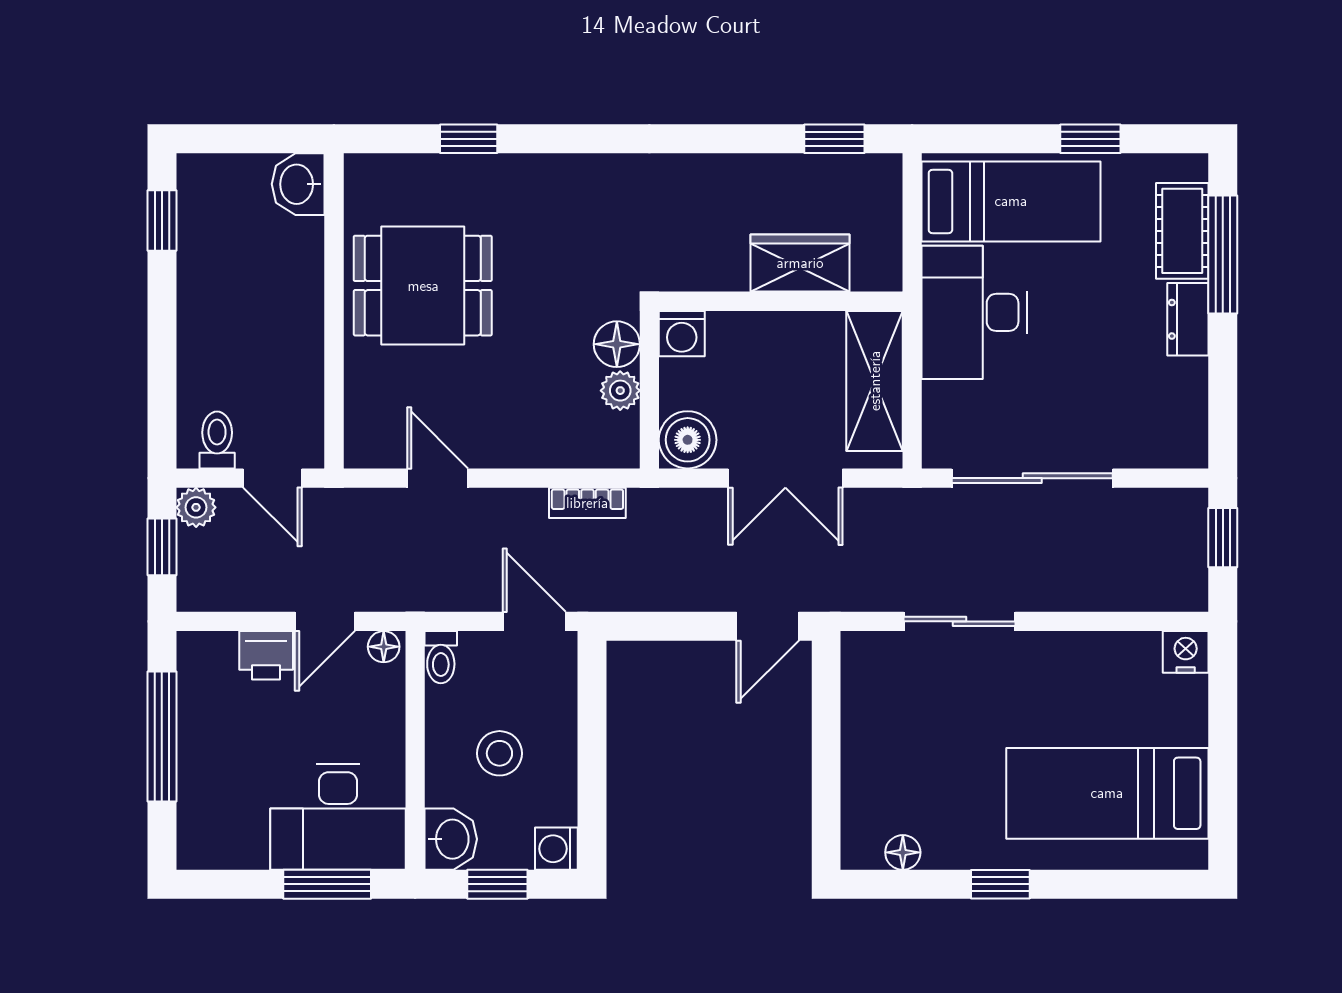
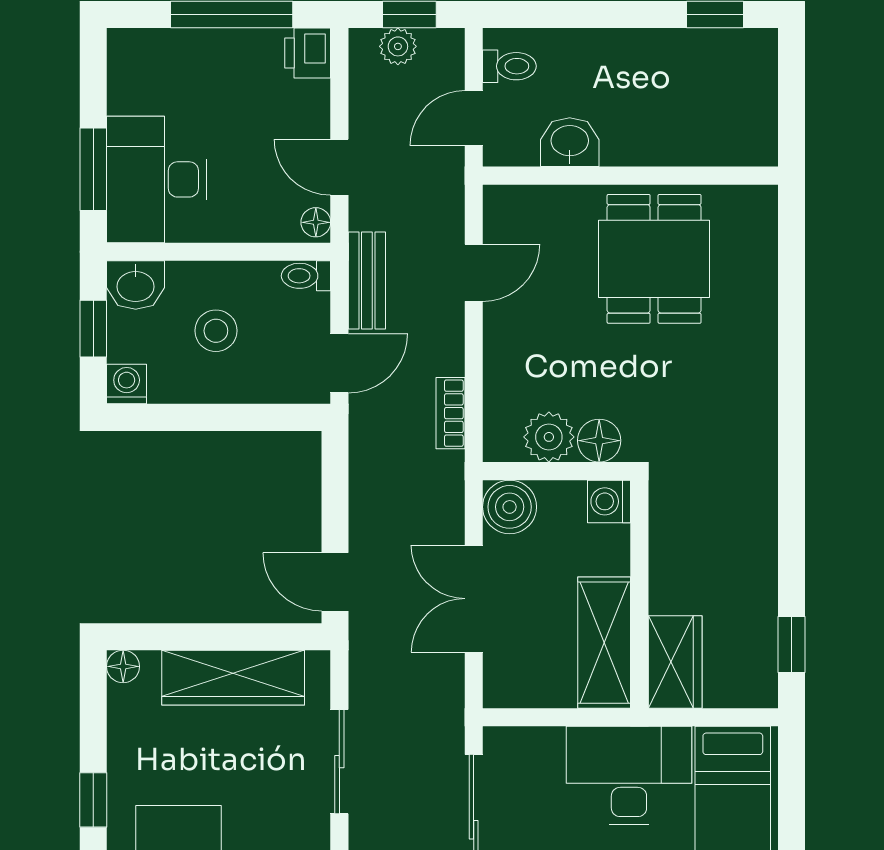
window: (469, 139) -> (792, 302), removed
washbasin: (298, 184) -> (570, 142), moved
wardrobe: (800, 263) -> (675, 662), moved
shelving: (875, 381) -> (604, 643), moved, turned 90
plant: (620, 391) -> (549, 437), width x1.38, depth x1.38
plant: (196, 507) -> (398, 46), moved
bench: (446, 592) -> (367, 280), added
printer: (266, 655) -> (308, 53), moved
wardrobe: (870, 735) -> (233, 678), added
floor lamp: (903, 852) -> (123, 666), moved

